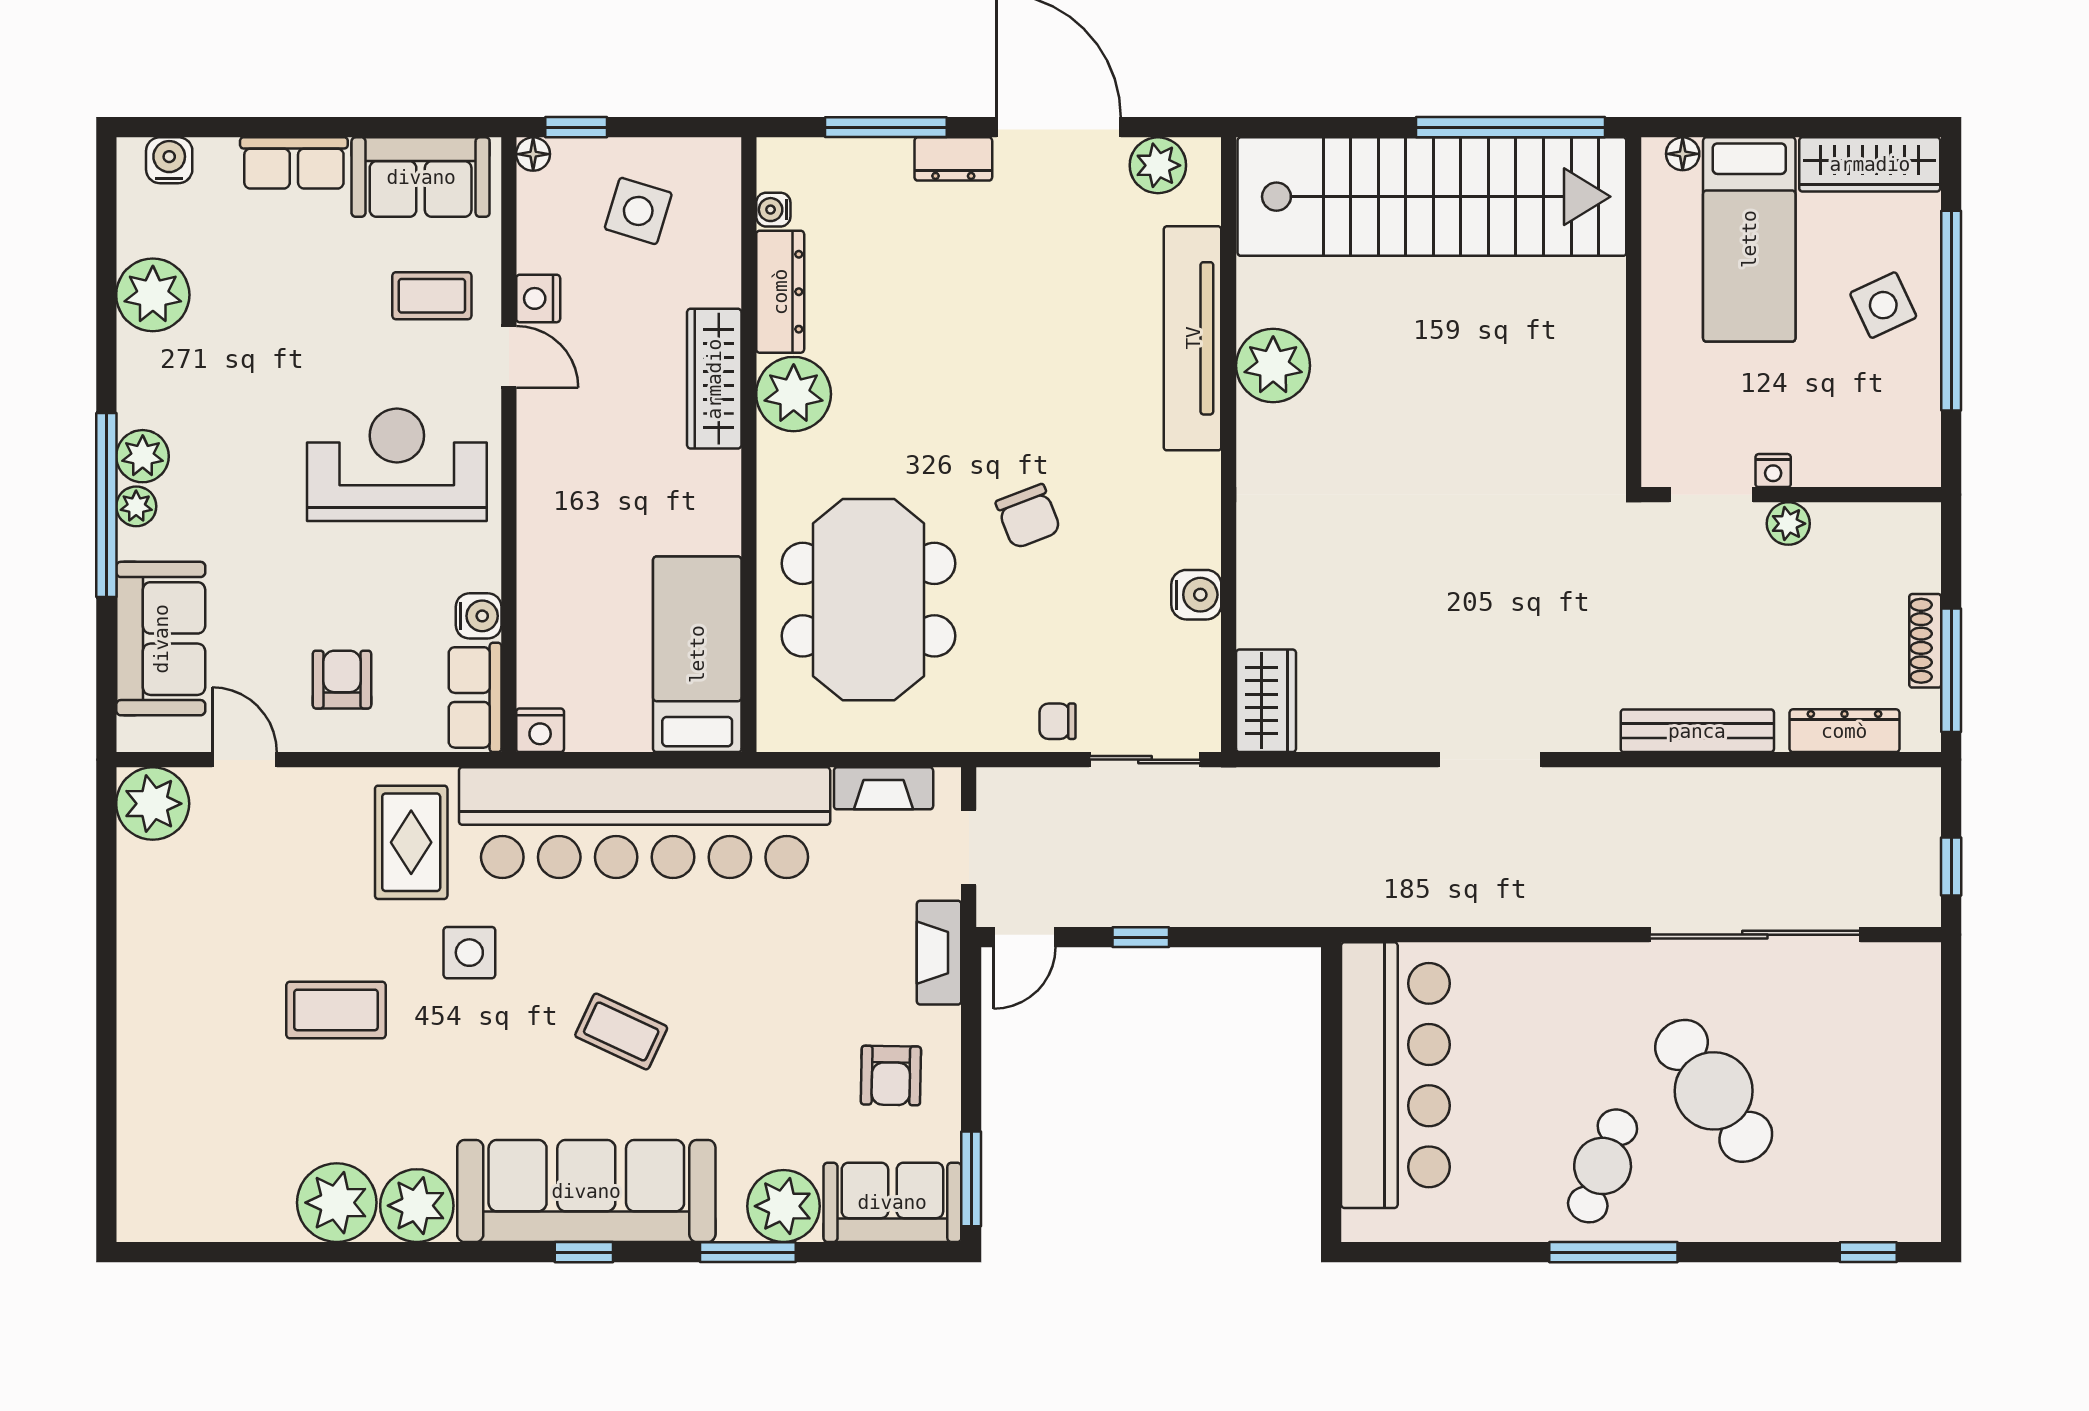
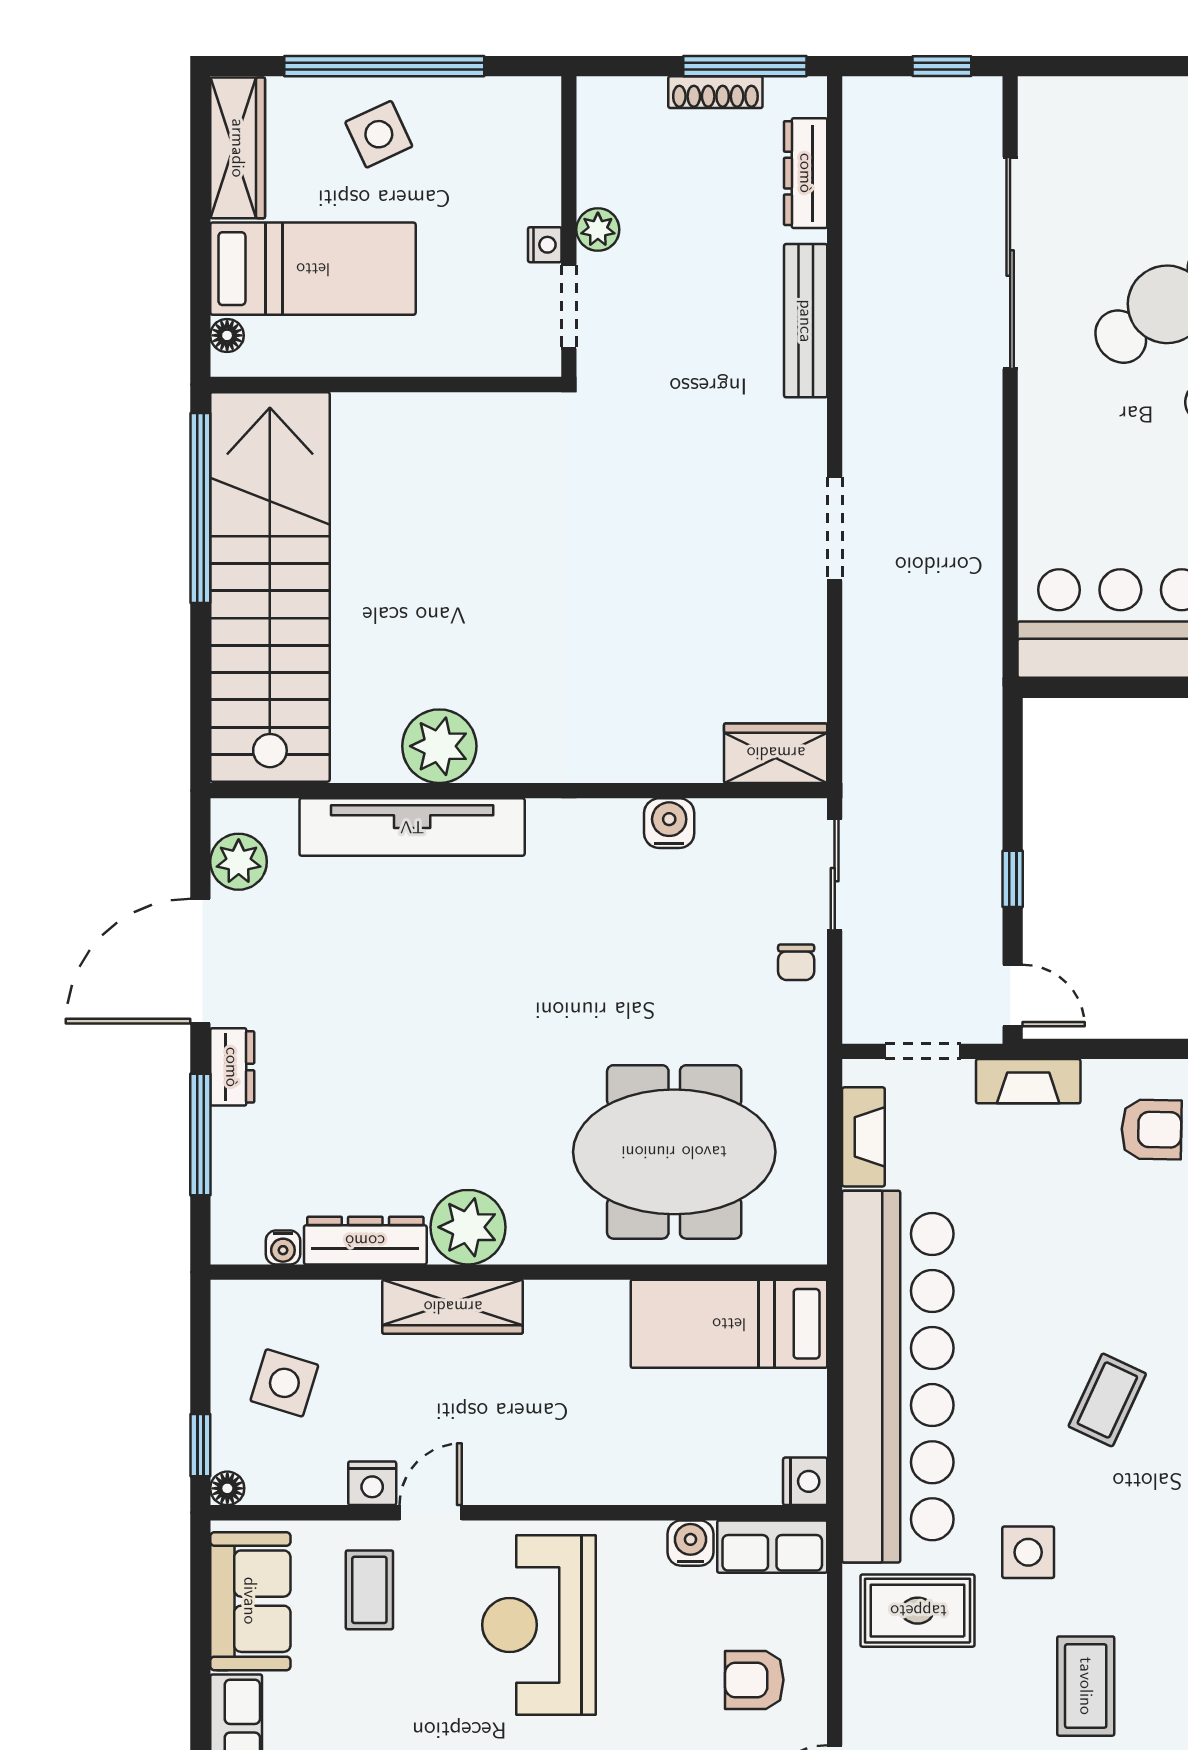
chair: (1028, 516) -> (591, 992), removed

